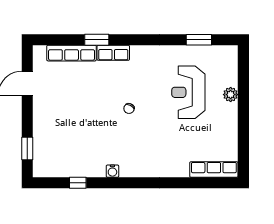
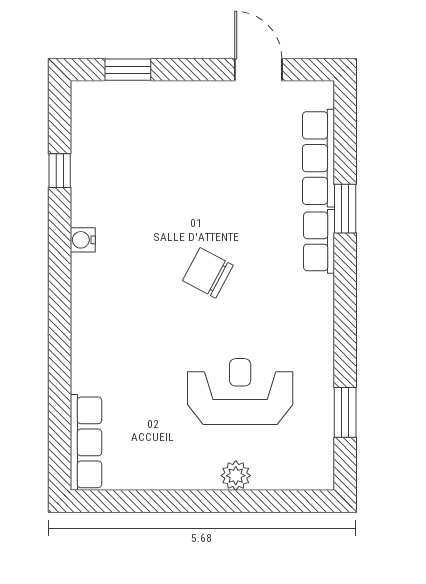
chair: (129, 108) -> (208, 273), width x1.87, depth x1.87

